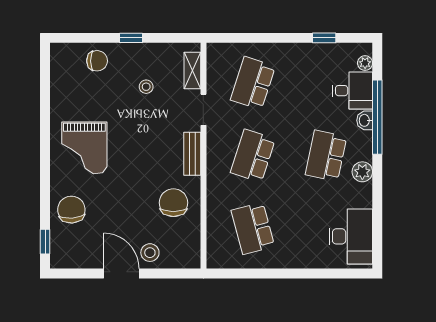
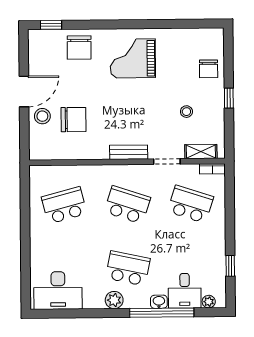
bookcase: (212, 57) -> (212, 169), added
chair: (173, 203) -> (74, 120), moved
chair: (71, 210) -> (79, 48), turned 95

